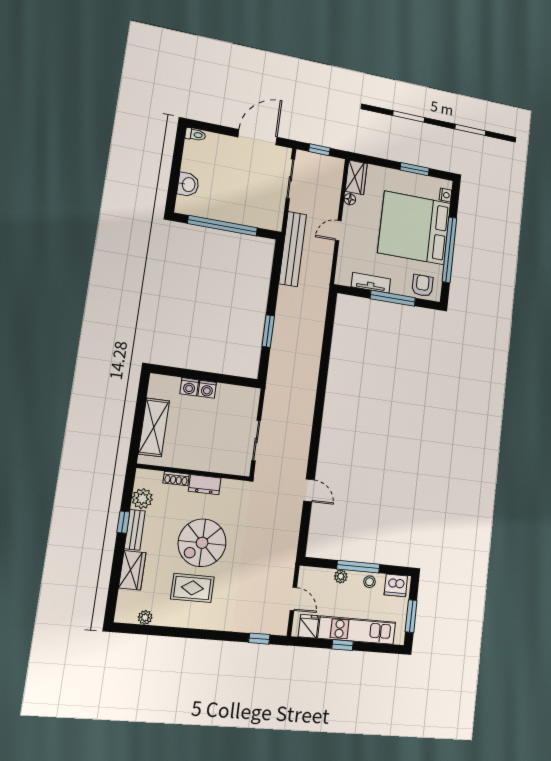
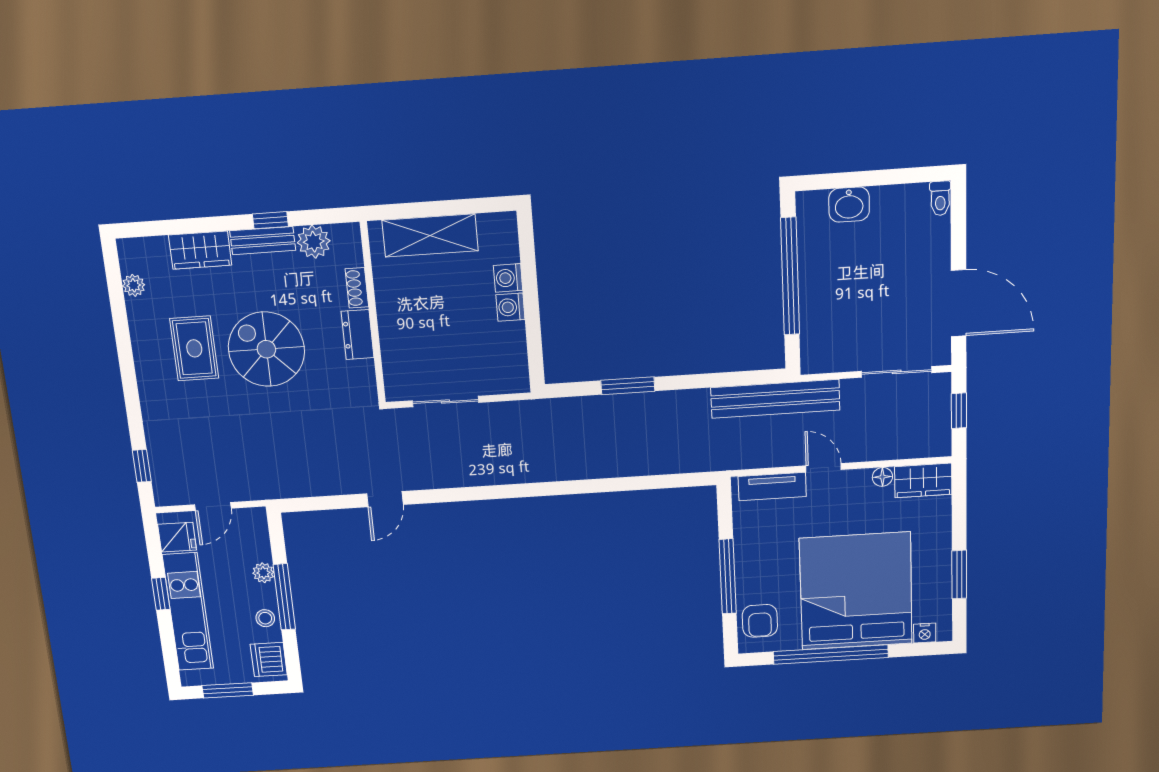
tv unit: (371, 283) -> (772, 487), moved, turned 90
armchair: (422, 286) -> (760, 621), turned 90

